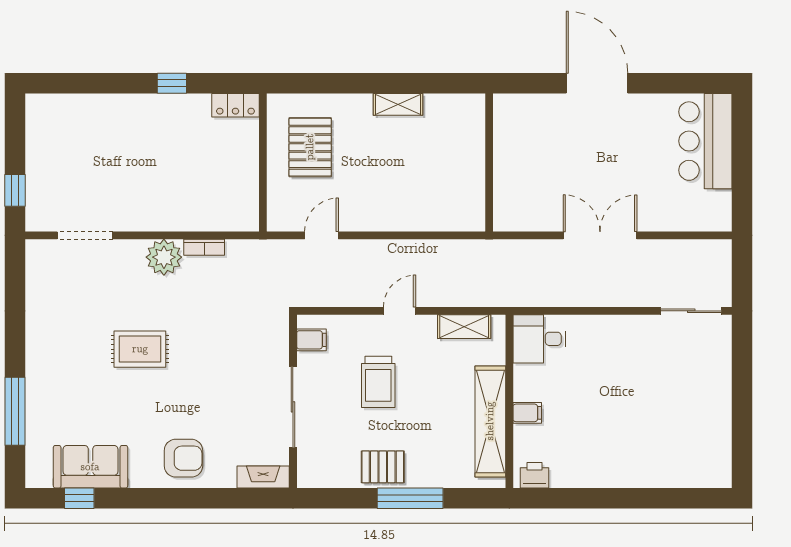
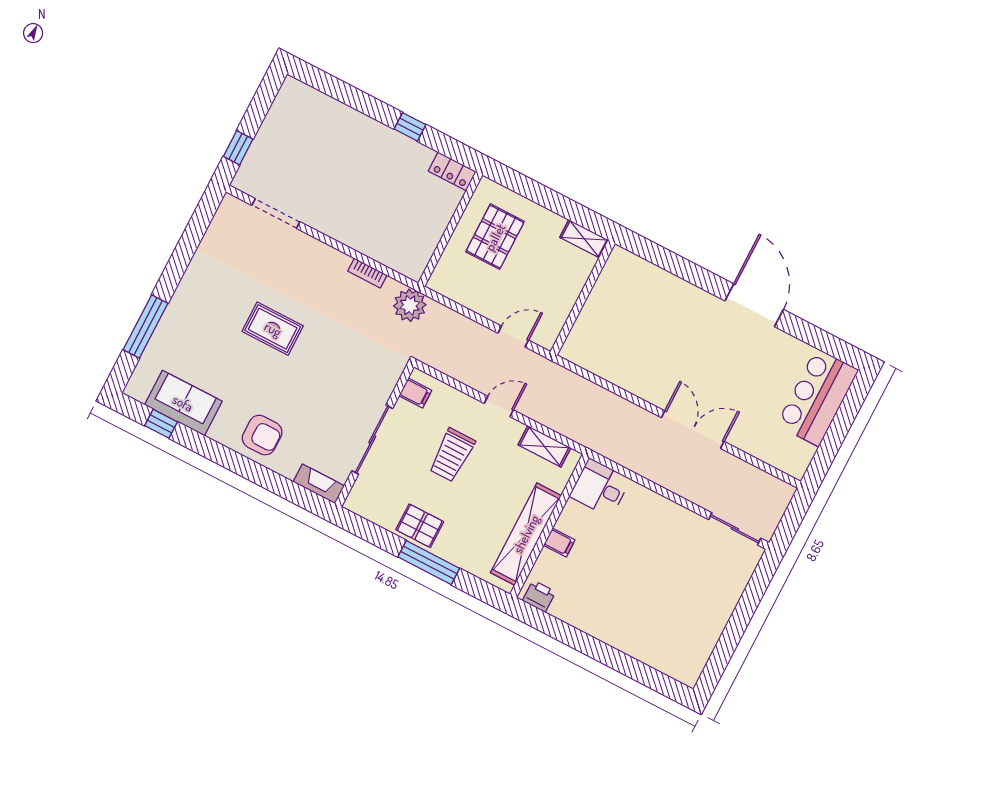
wall: (489, 162) -> (583, 298), moved
door: (322, 235) -> (513, 337), moved
plant: (164, 257) -> (410, 305), moved

